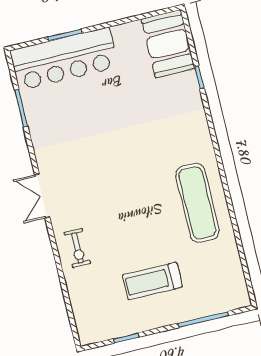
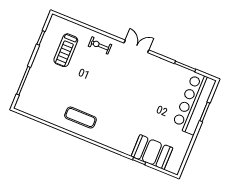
booth: (168, 44) -> (152, 152), moved
exercise mat: (197, 203) -> (80, 118), width x0.73, depth x0.69
treadmill: (152, 281) -> (66, 50), moved, turned 180

